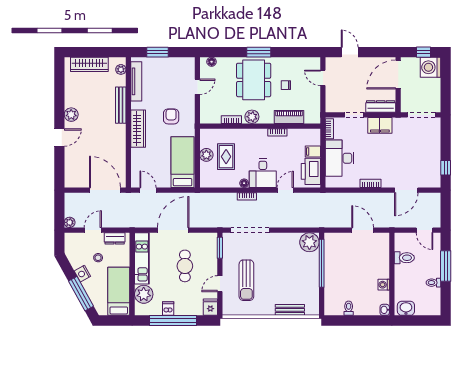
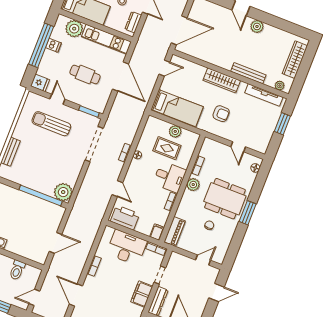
piano: (289, 117) -> (175, 231), moved
filing cabinet: (313, 152) -> (157, 232), moved
desk: (263, 173) -> (170, 177), moved, turned 180

